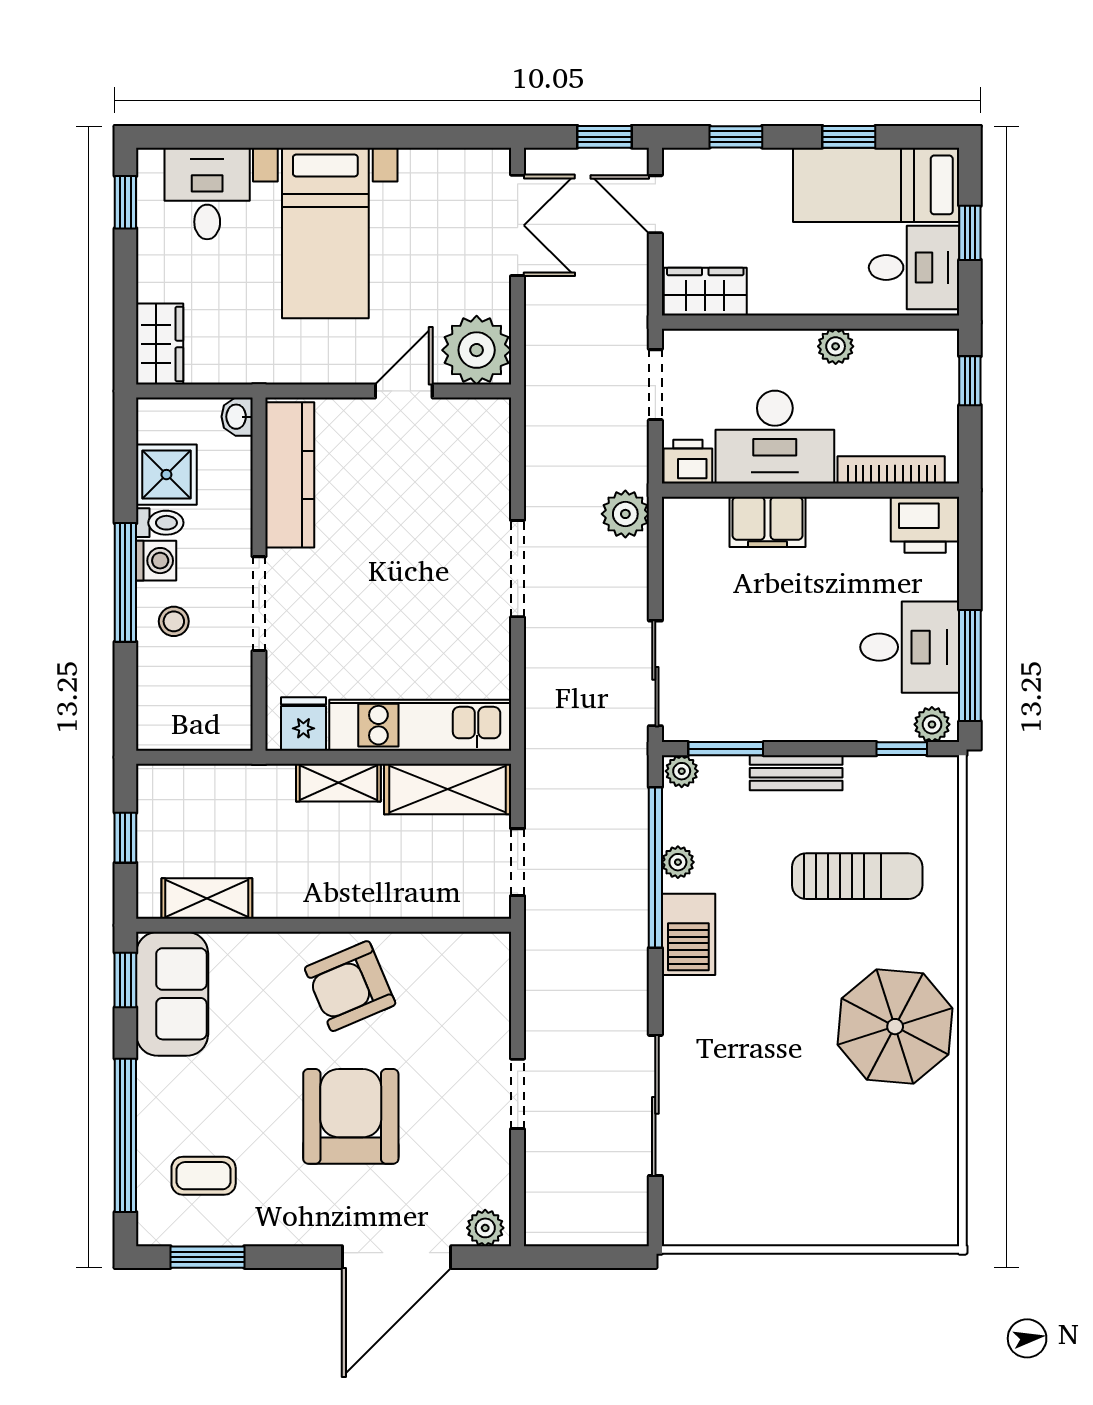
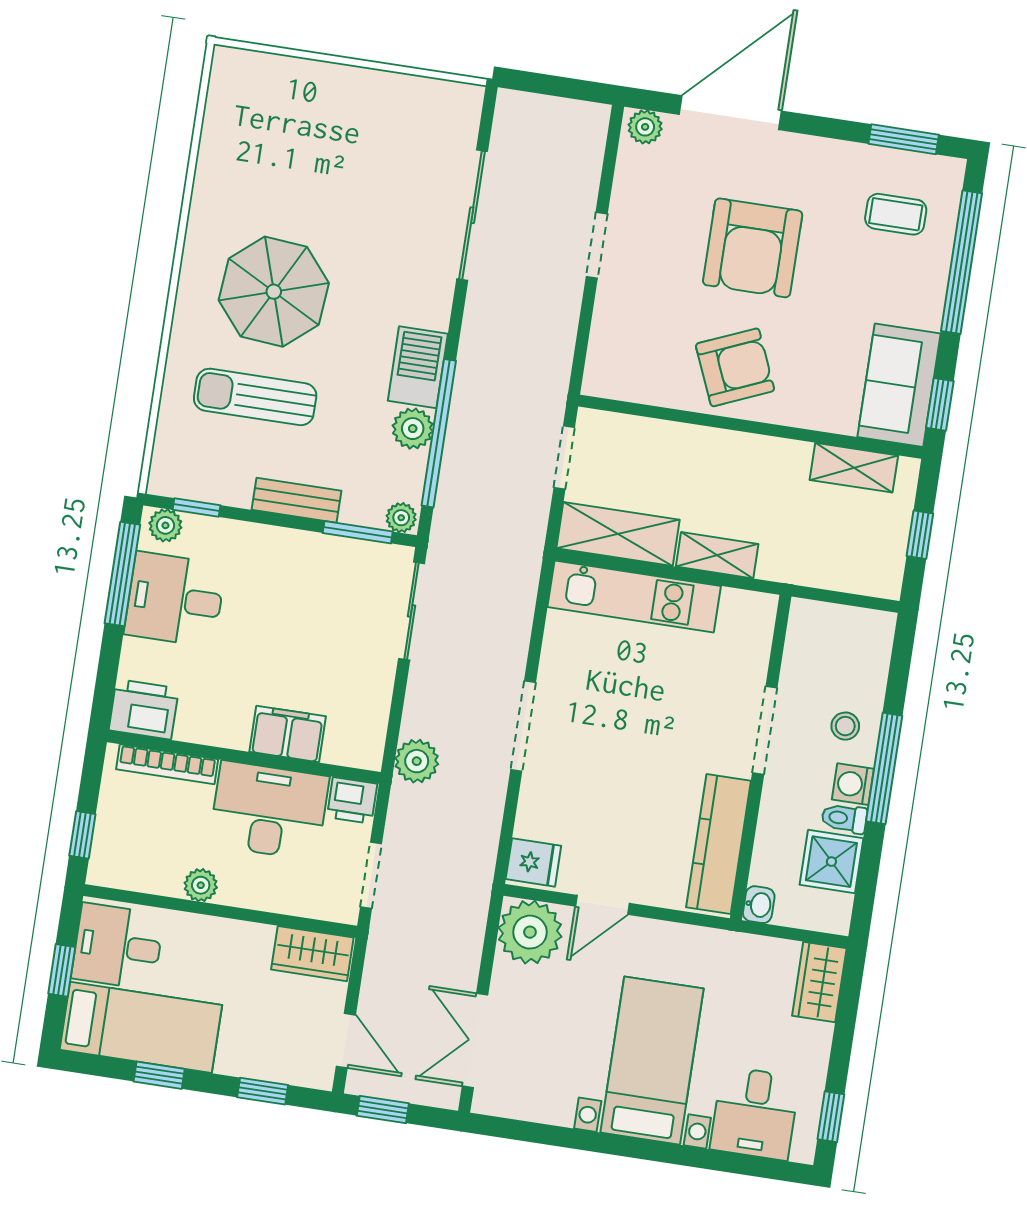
fridge: (303, 724) -> (533, 862), moved, turned -90
plant: (678, 862) -> (413, 429), width x1.38, depth x1.38
parasol: (895, 1027) -> (274, 292), moved

